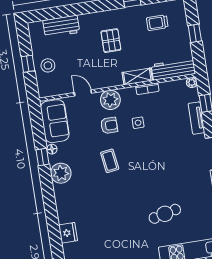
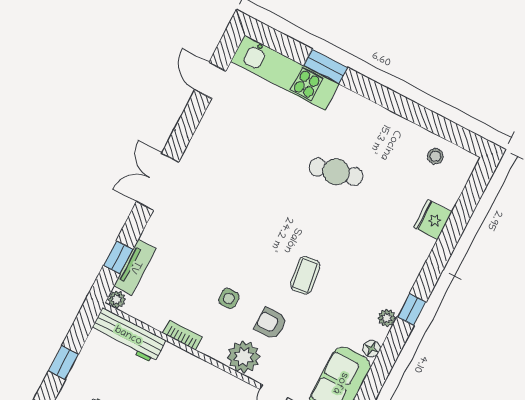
shelving: (137, 76) -> (184, 362), removed
tv unit: (196, 118) -> (135, 267), moved
window: (42, 157) -> (412, 310), moved
plant: (61, 173) -> (387, 318), width x0.53, depth x0.53
cafe table: (165, 214) -> (336, 172), moved

